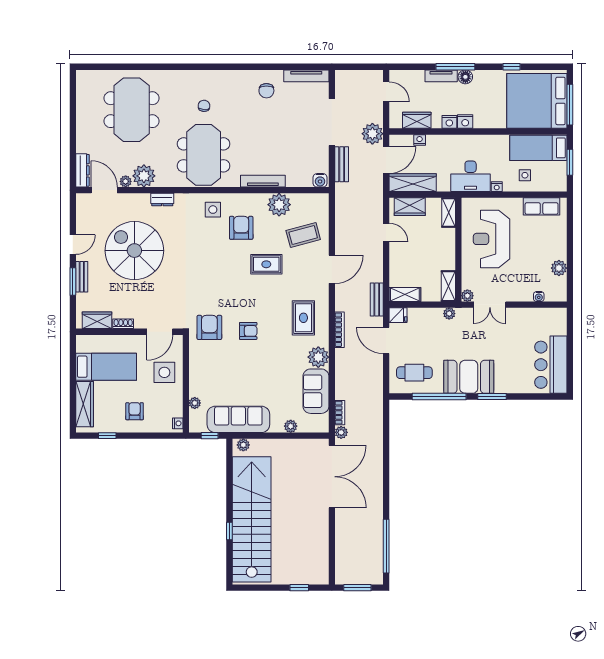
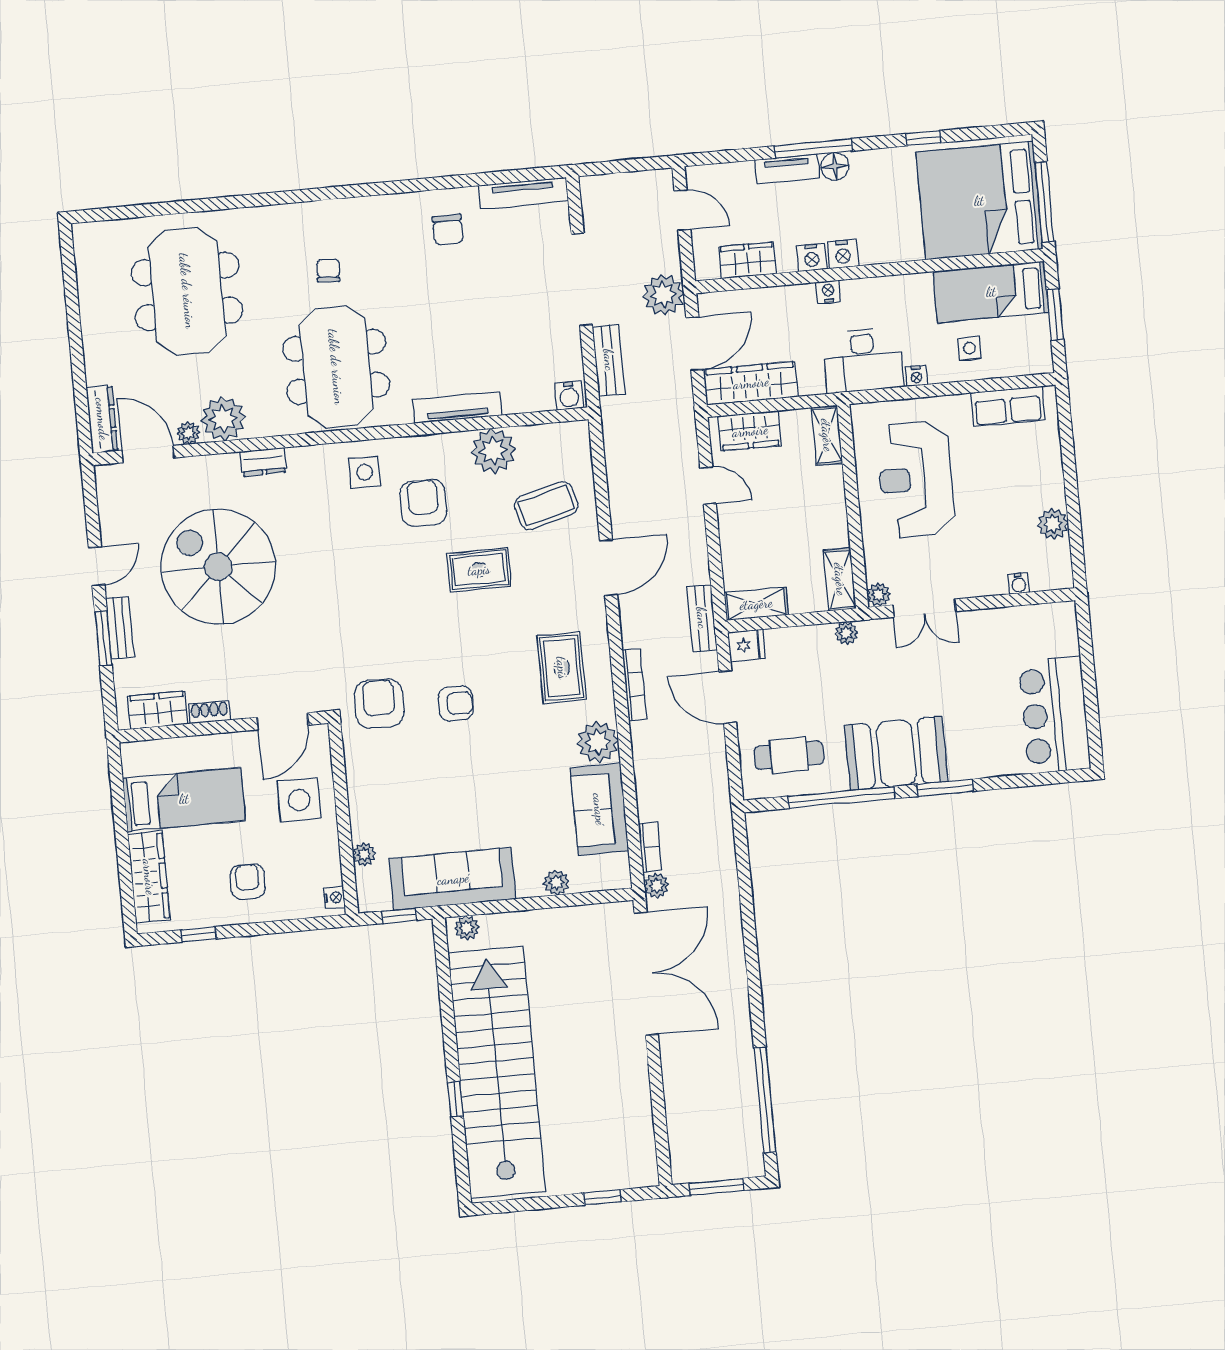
nightstand: (420, 140) -> (828, 292), moved

